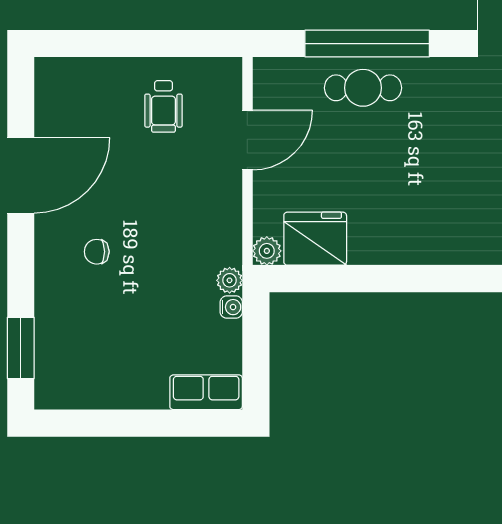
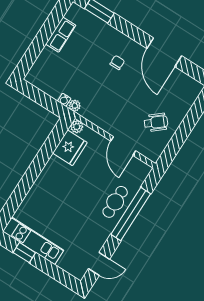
wheelchair: (163, 106) -> (156, 122), turned 140
row of seats: (206, 392) -> (61, 35), moved

